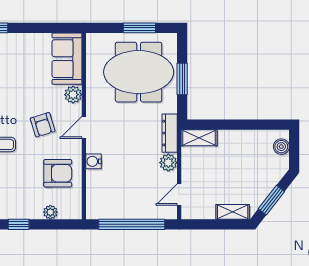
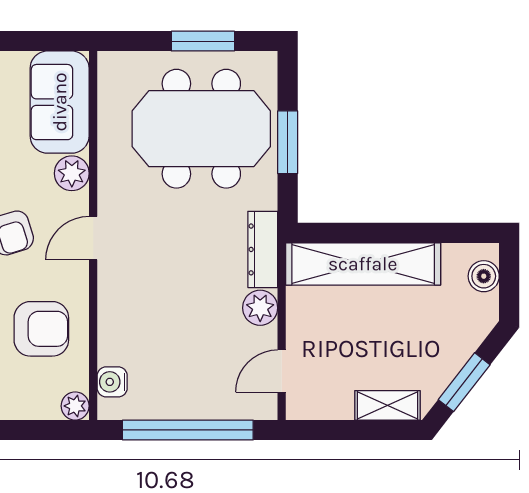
shelving: (199, 138) -> (363, 264), width x2.20, depth x1.33
water cooler: (94, 161) -> (112, 382), moved
plant: (50, 212) -> (75, 406), moved

